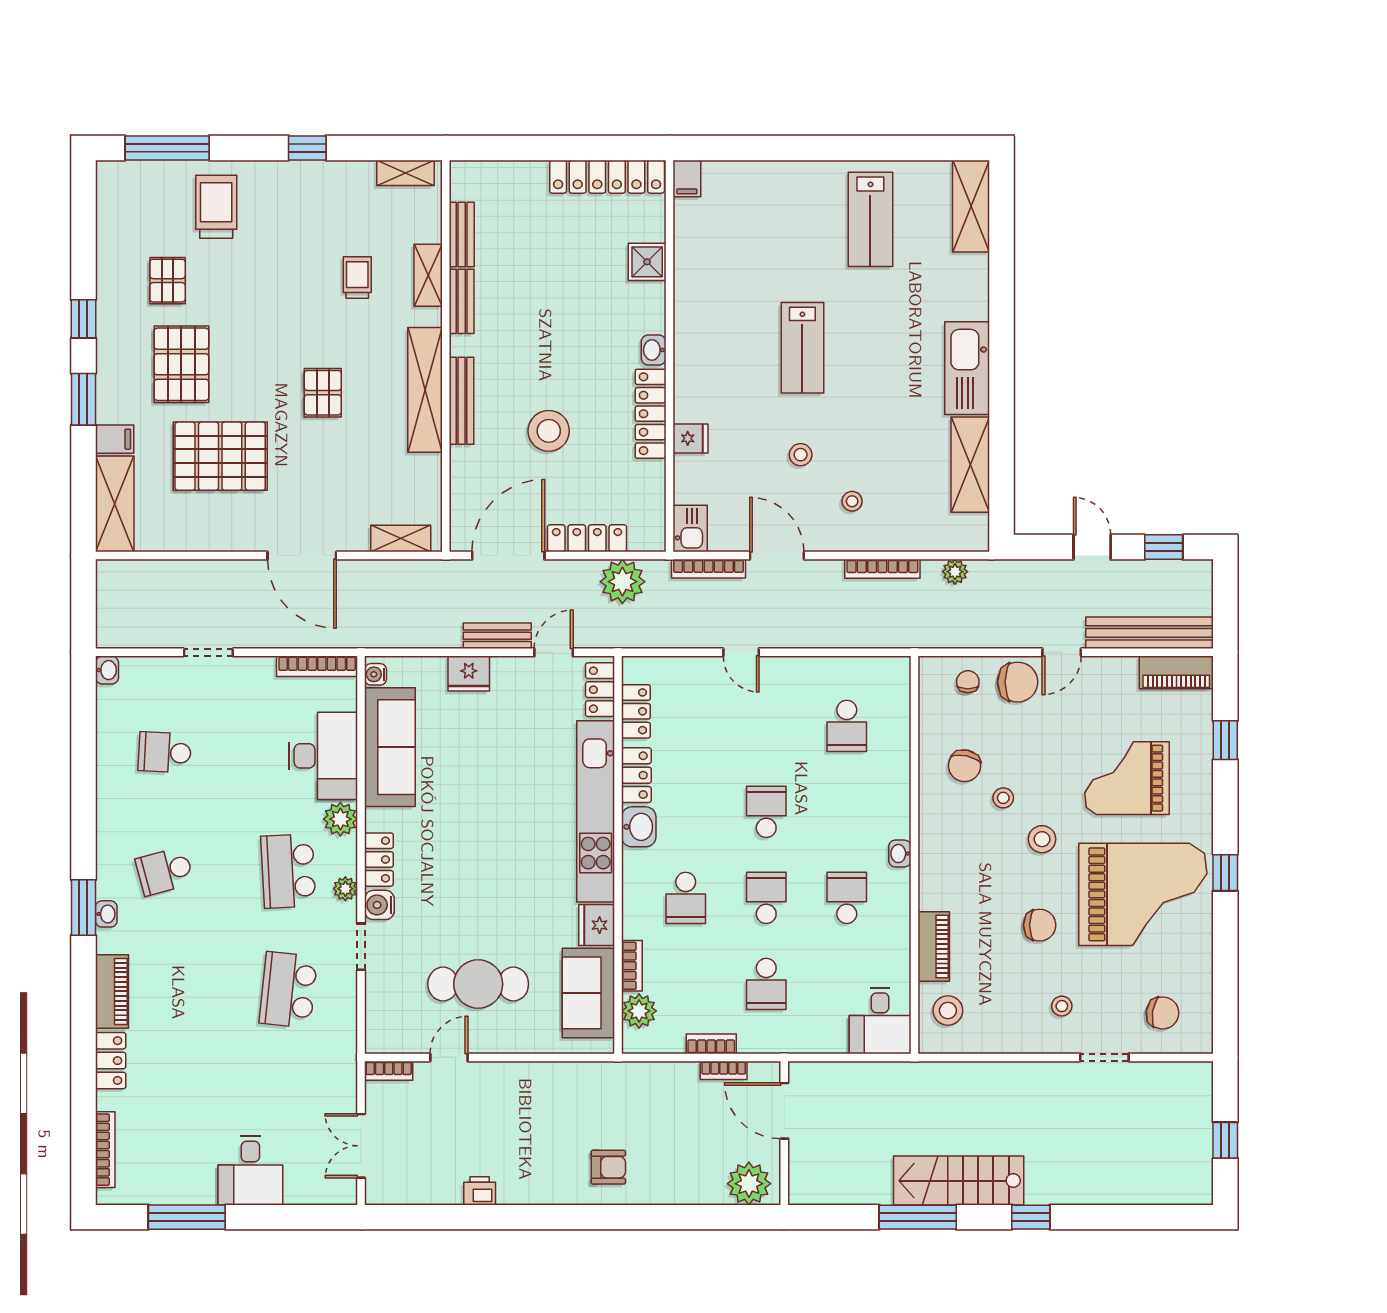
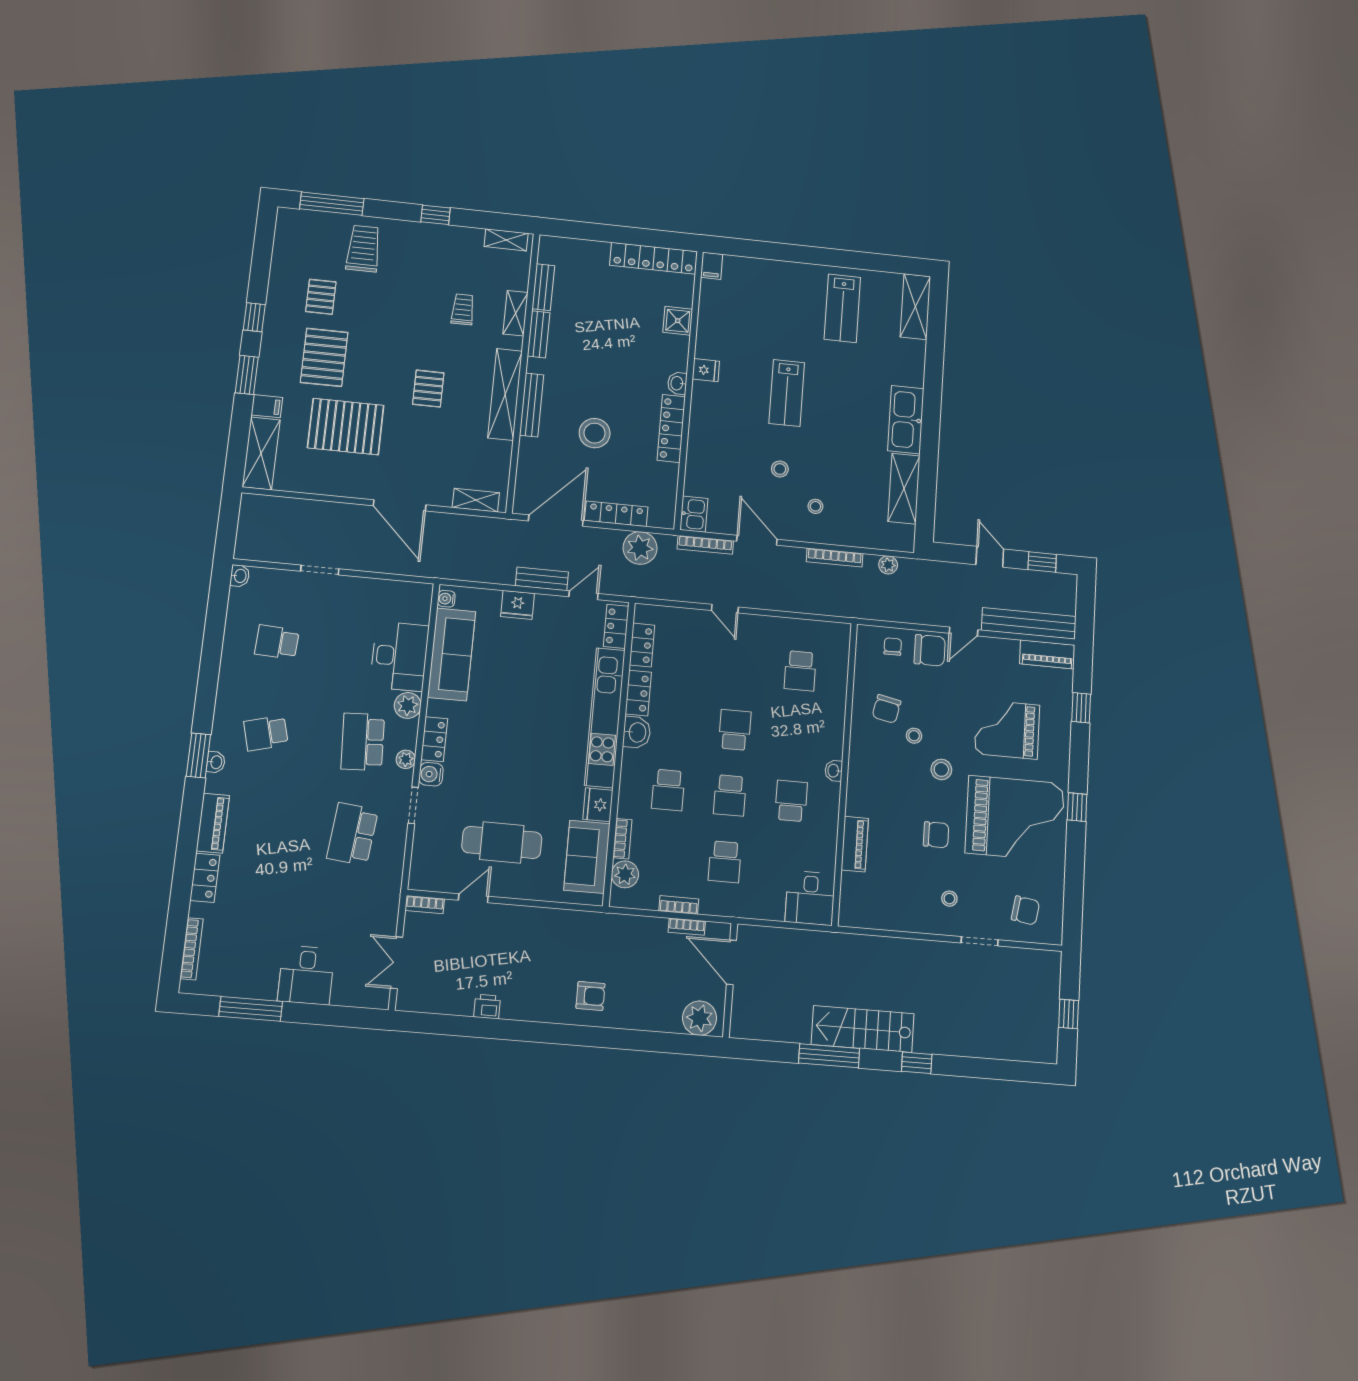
fridge: (691, 438) -> (706, 370), moved
bookcase: (317, 666) -> (402, 588), removed
school desk: (766, 898) -> (730, 795), turned 180
stool: (948, 1011) -> (863, 895), removed

